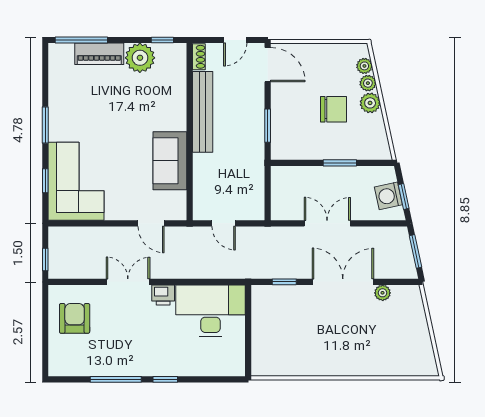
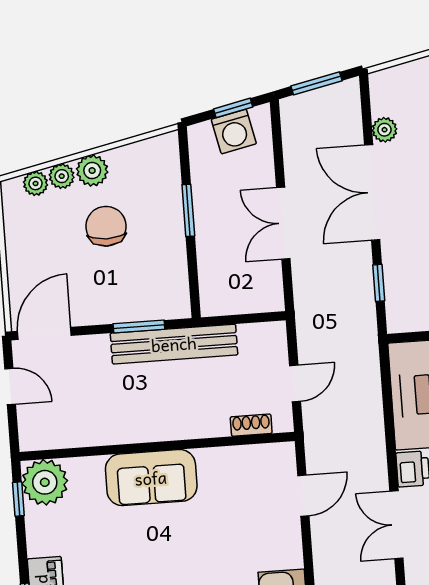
shoe rack: (199, 57) -> (251, 425), moved
plant: (140, 58) -> (45, 482), moved
bench: (203, 112) -> (174, 344), moved
sofa: (170, 161) -> (151, 478), moved

